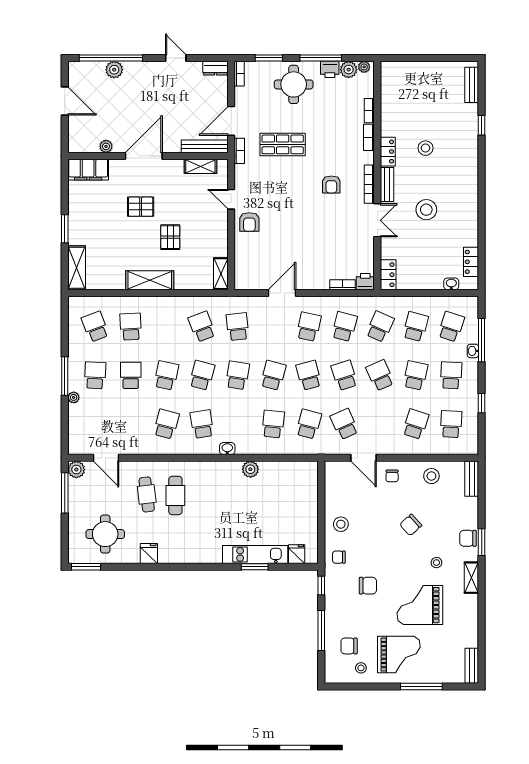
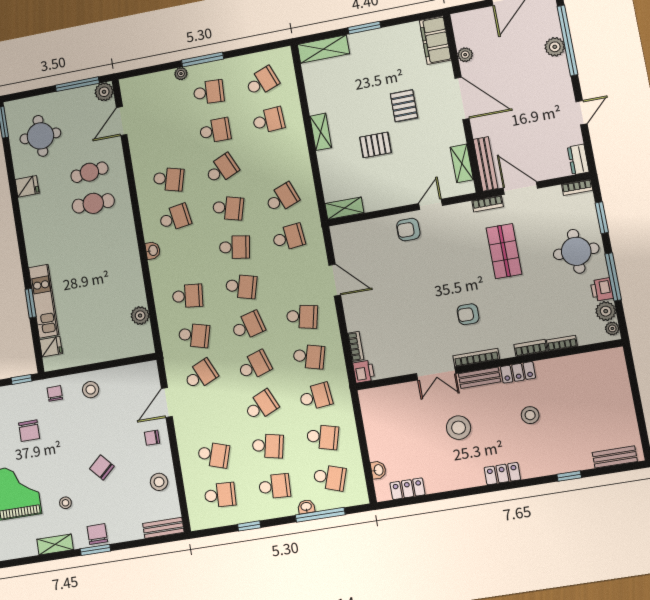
locker: (388, 275) -> (502, 474), moved, turned 180
shelving: (150, 280) -> (321, 132), width x0.67, depth x0.75
school desk: (380, 327) -> (316, 397), turned -30
school desk: (166, 375) -> (222, 169), turned -36
plant: (250, 469) -> (140, 316), moved

